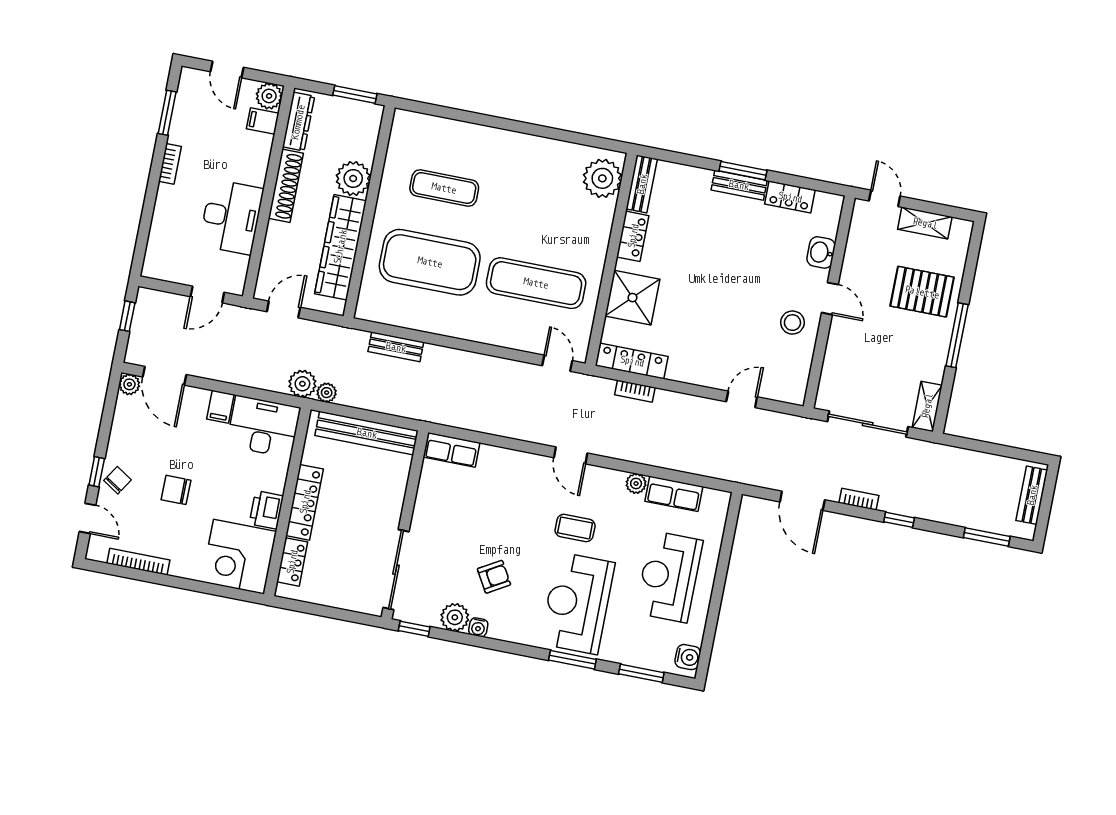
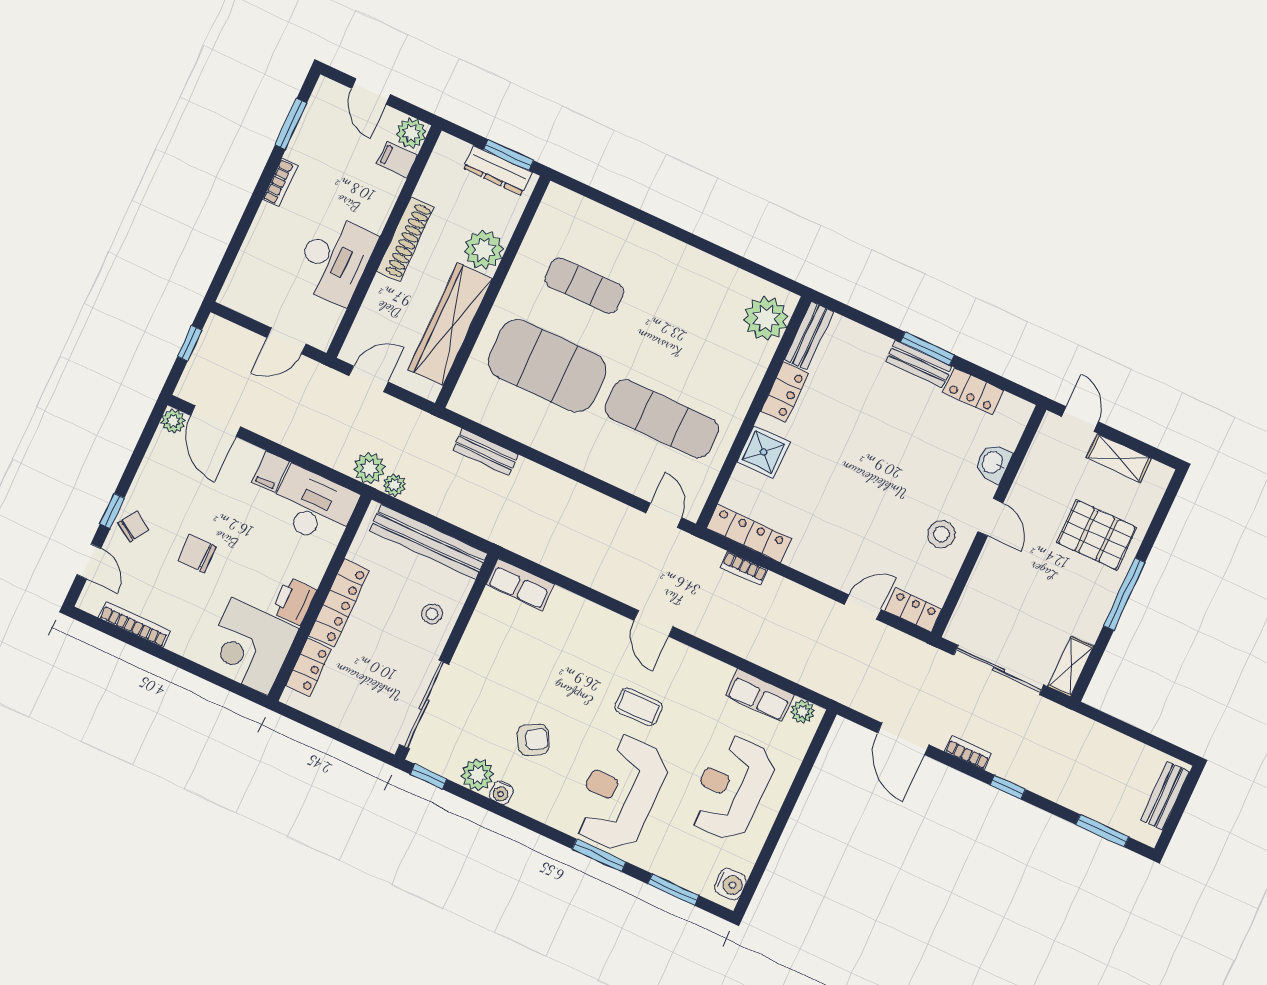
dresser: (298, 122) -> (498, 170), moved, turned 90
shower: (632, 298) -> (764, 452), width x0.73, depth x0.73
locker: (784, 391) -> (913, 610), added
plant: (636, 483) -> (803, 712), moved
stool: (384, 492) -> (432, 614), added

